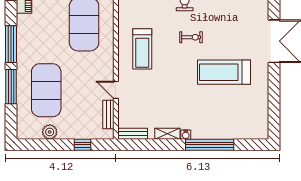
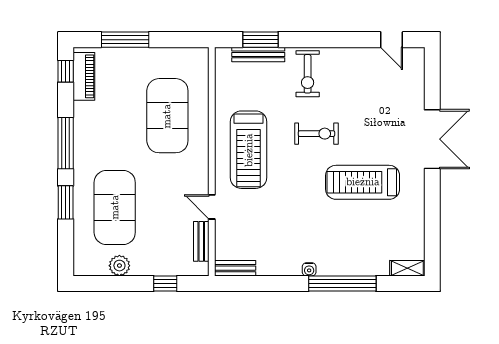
exercise bike: (191, 37) -> (317, 134), width x1.38, depth x1.39
treadmill: (142, 49) -> (249, 150), width x1.37, depth x1.38
window: (11, 87) -> (66, 202), width x0.69
shelving: (167, 134) -> (407, 268), moved

